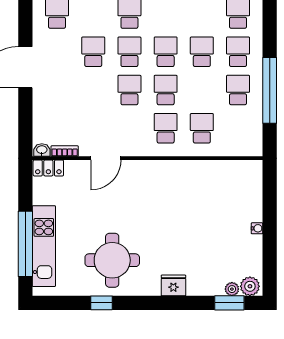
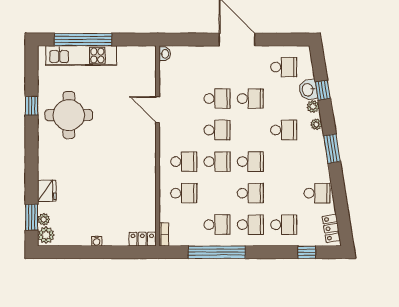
school desk: (129, 52) -> (217, 99), moved
bookcase: (65, 151) -> (164, 234), moved
locker: (48, 168) -> (142, 239), moved, turned 90
fridge: (173, 285) -> (47, 191), moved

